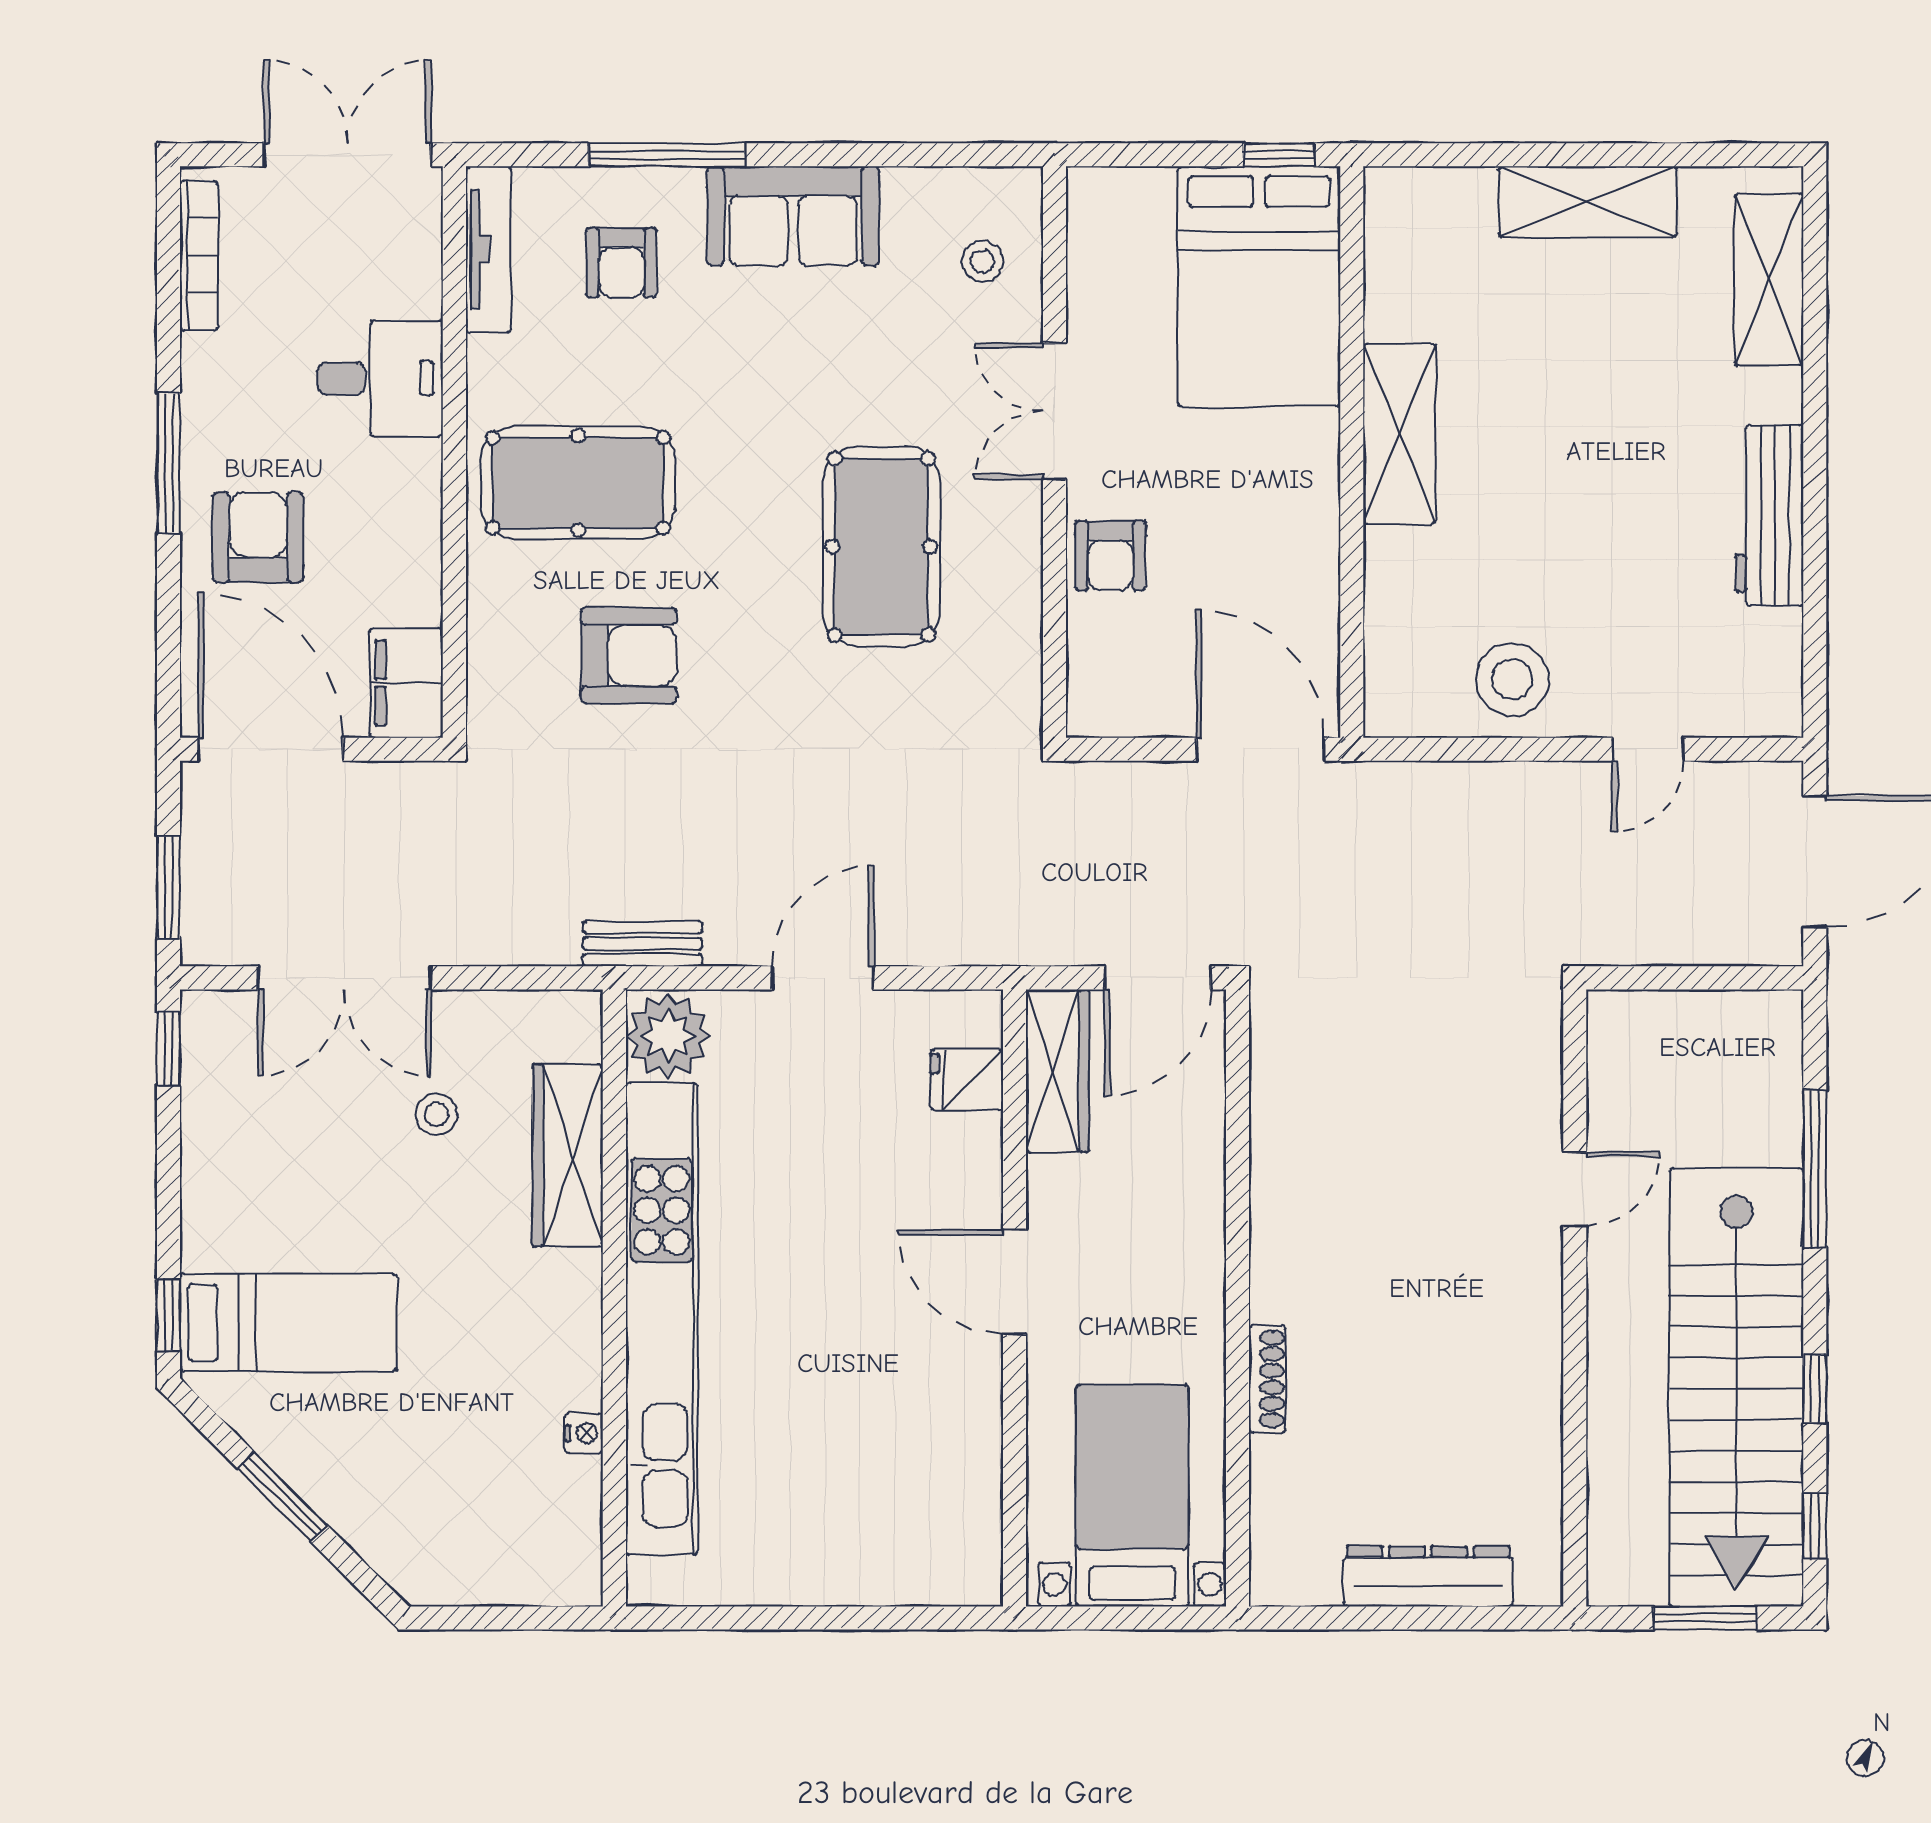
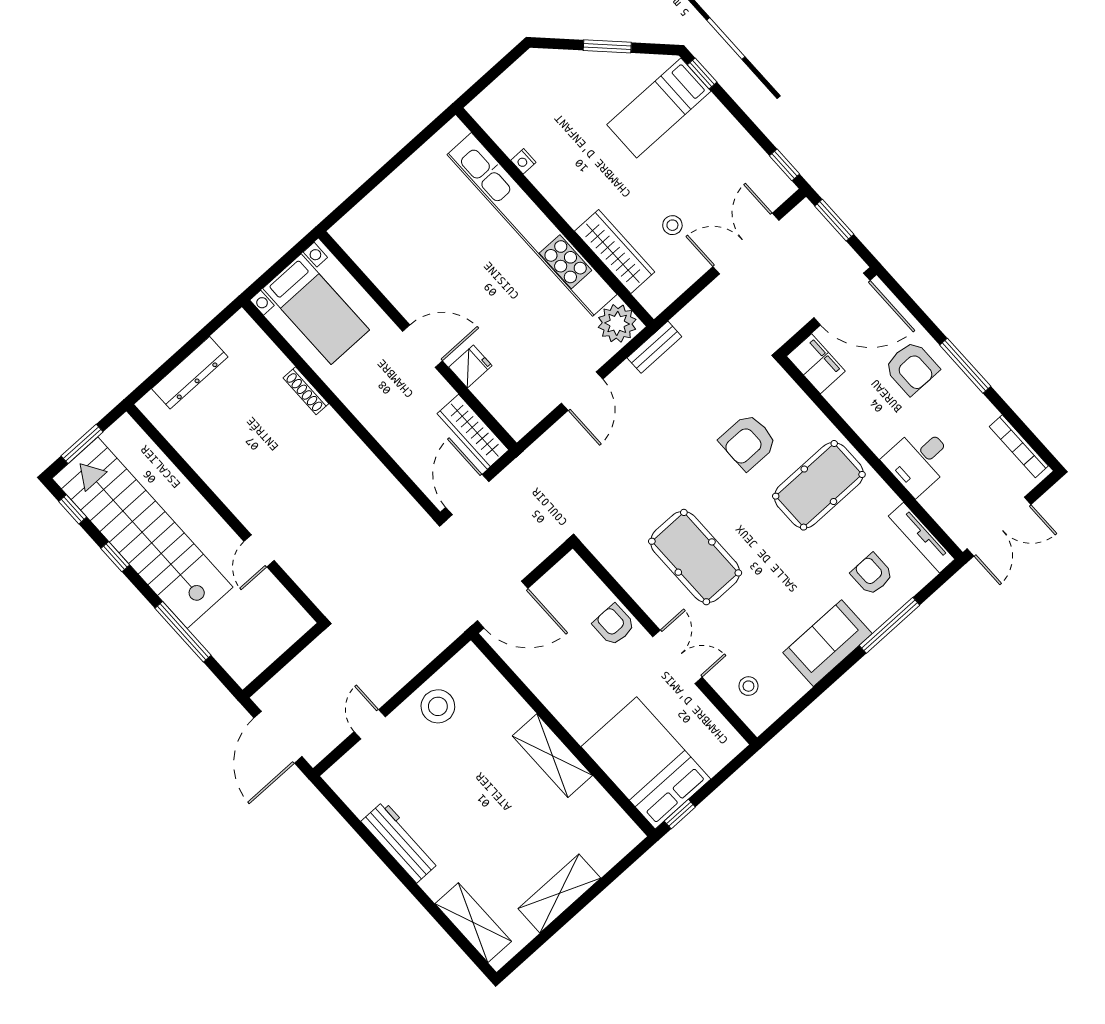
fridge: (967, 1080) -> (470, 366), moved

